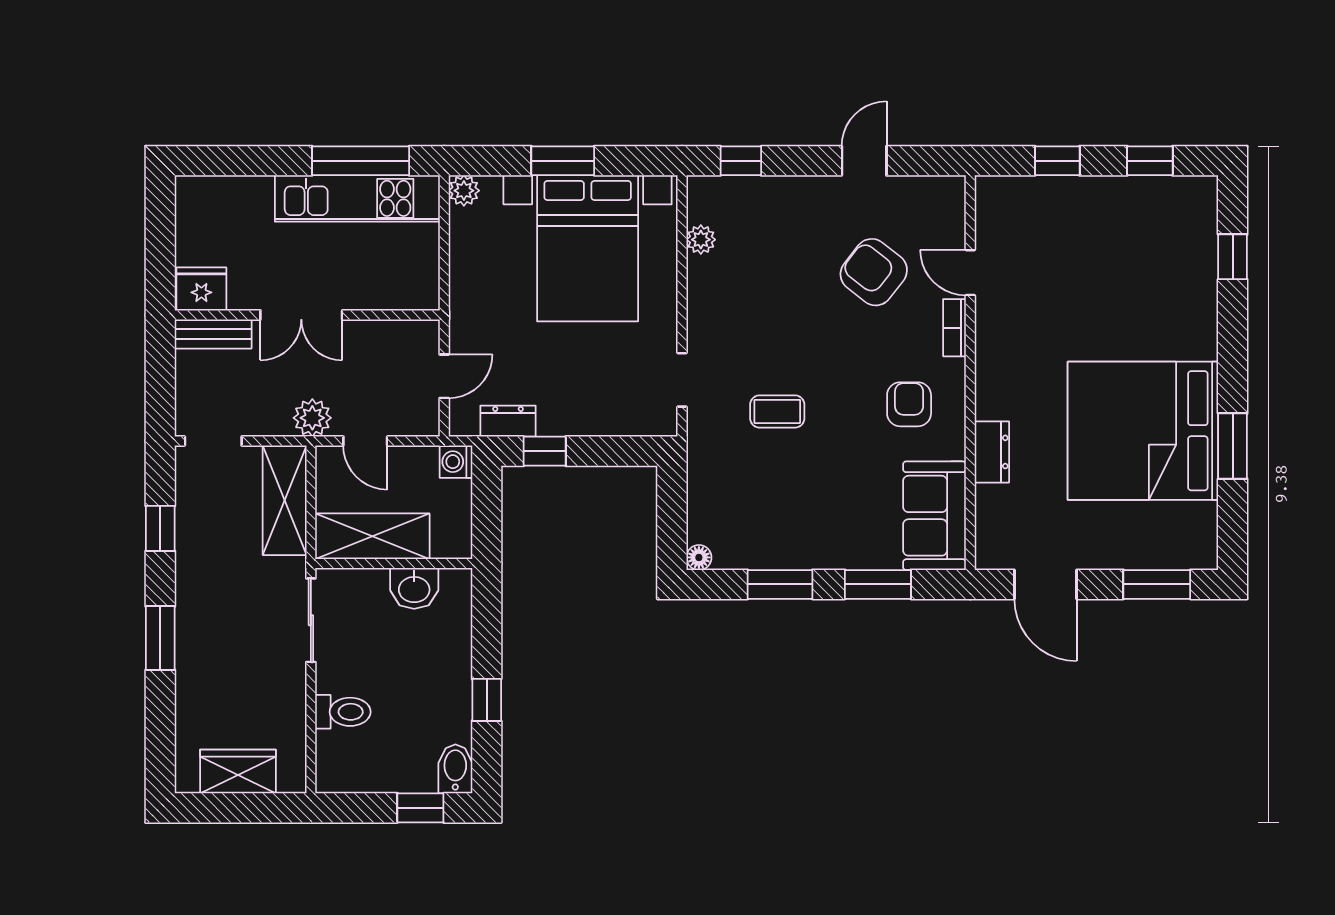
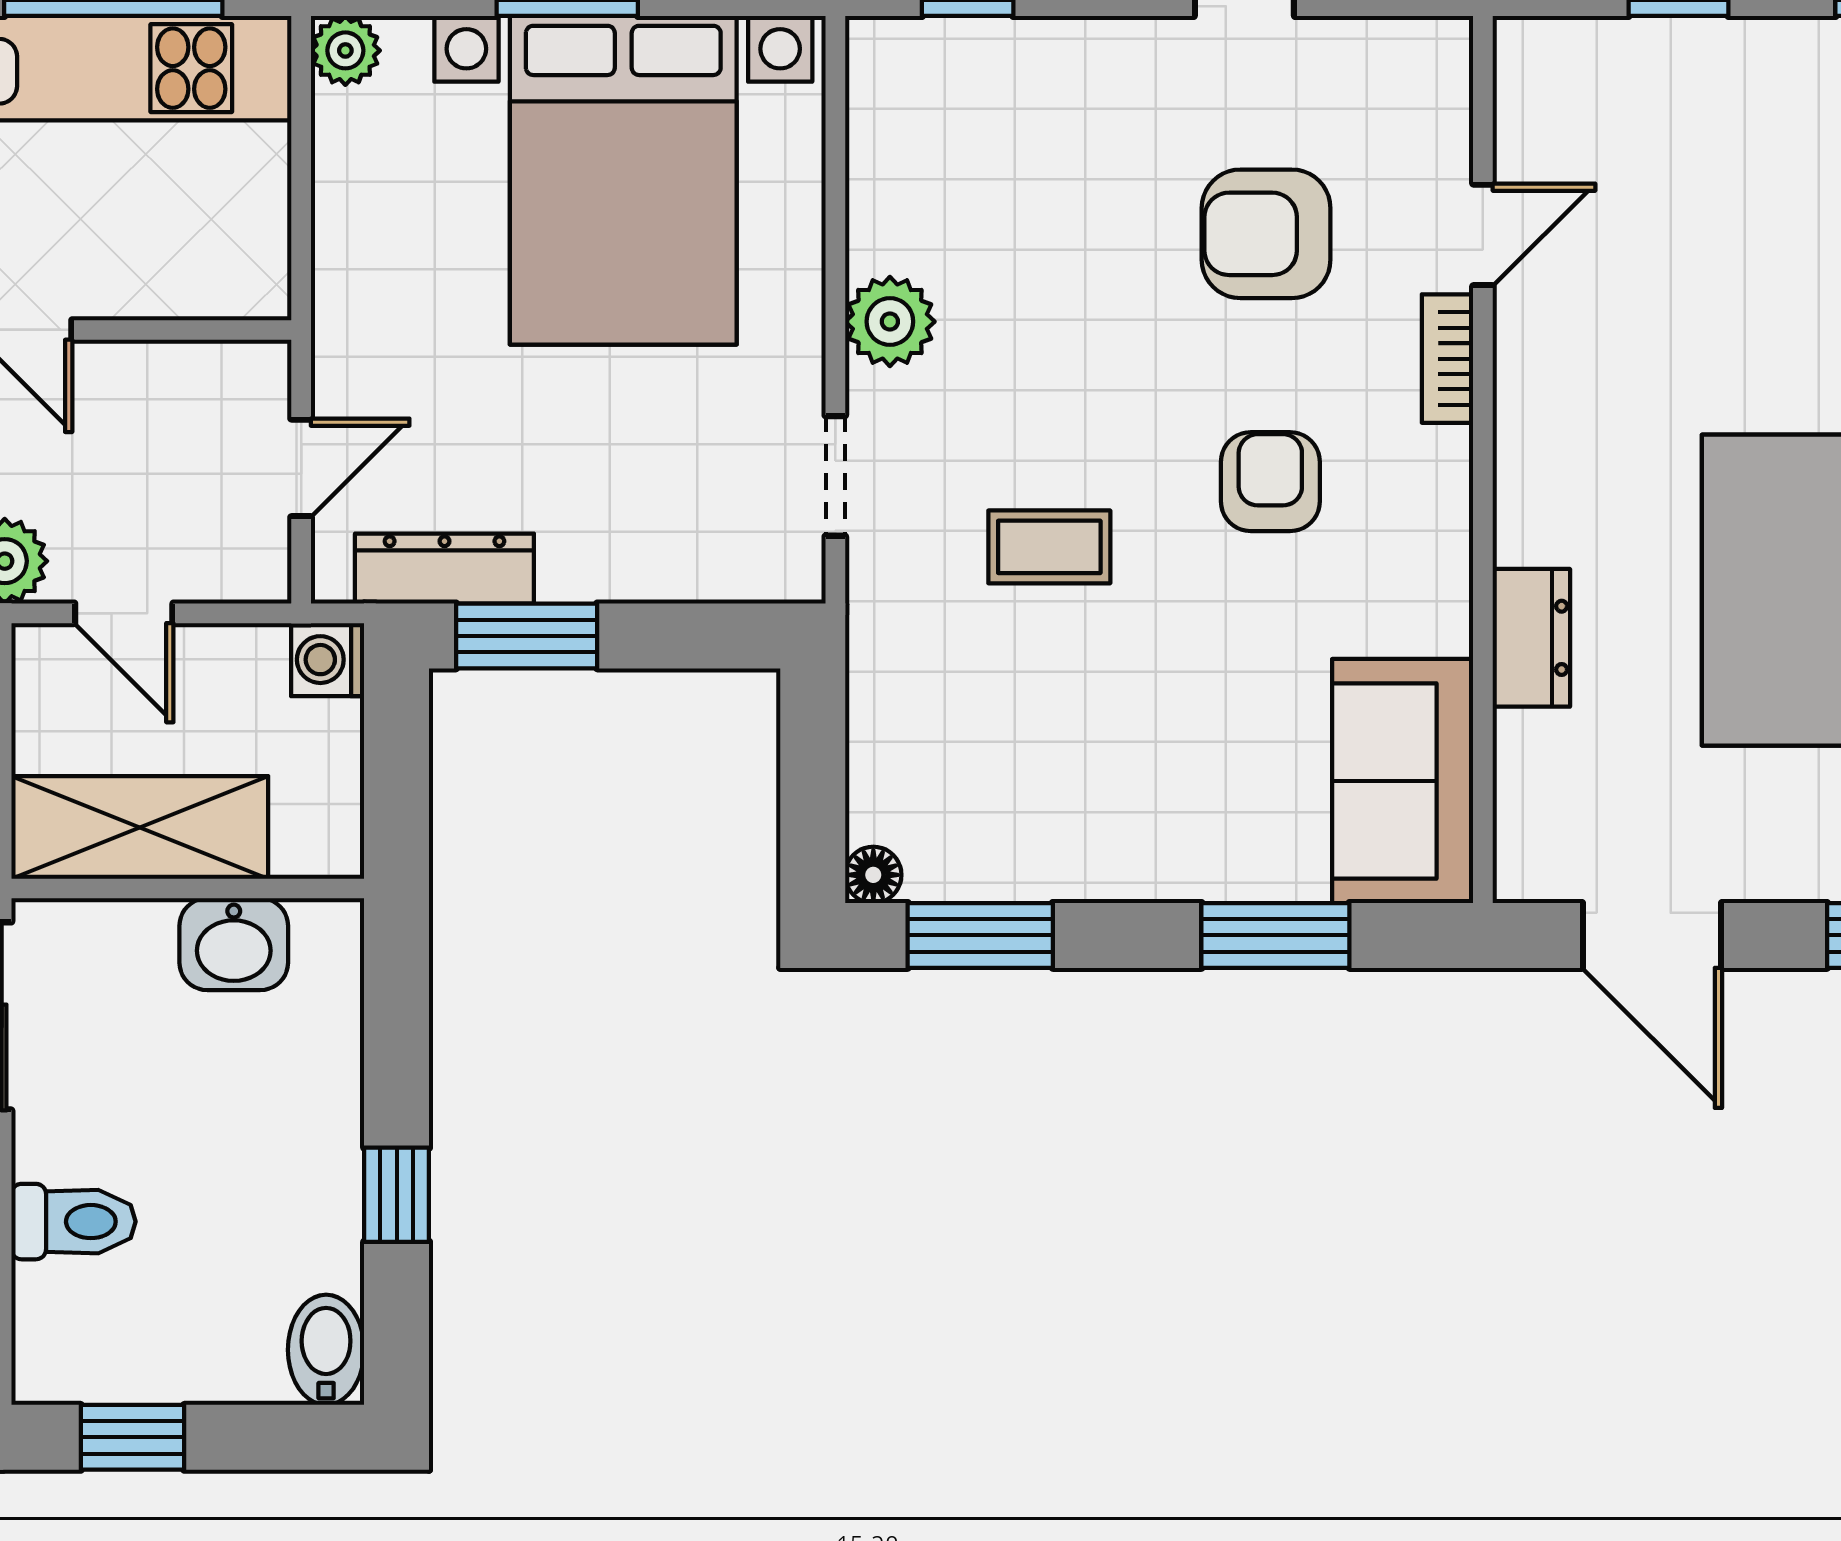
plant: (701, 240) -> (890, 322), moved, width x1.38, depth x1.38
armchair: (874, 272) -> (1266, 234), turned -38
door: (970, 273) -> (1483, 235), swing flipped
armchair: (909, 404) -> (1270, 482), moved
dresser: (508, 421) -> (444, 569), width x1.44
window: (545, 451) -> (527, 636), width x1.50
window: (780, 584) -> (980, 935), moved
window: (420, 808) -> (132, 1437), moved

